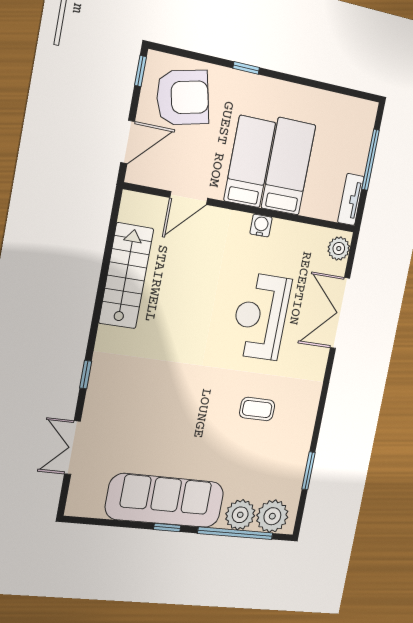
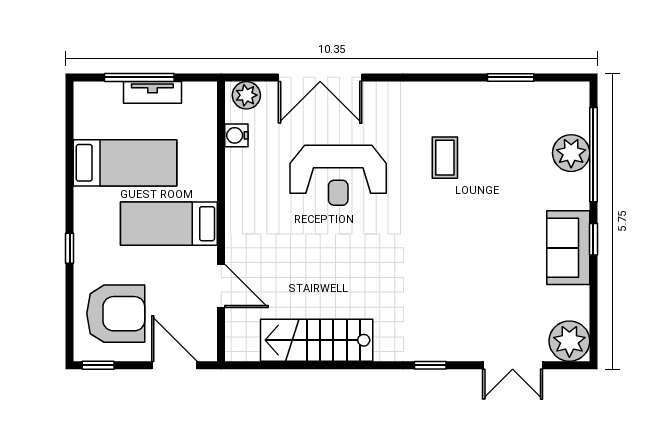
armchair: (183, 97) -> (116, 314), turned 103
bed: (288, 166) -> (125, 163), moved, turned 180
tv unit: (351, 199) -> (152, 92), moved
water cooler: (261, 226) -> (236, 135), moved
sofa: (165, 501) -> (568, 248), width x0.54, depth x0.79
plant: (272, 516) -> (569, 341), moved

